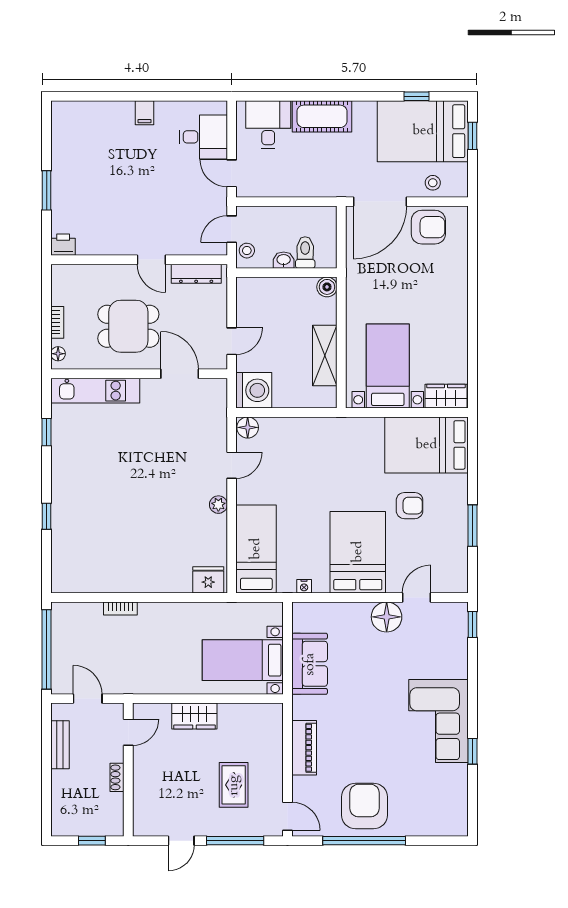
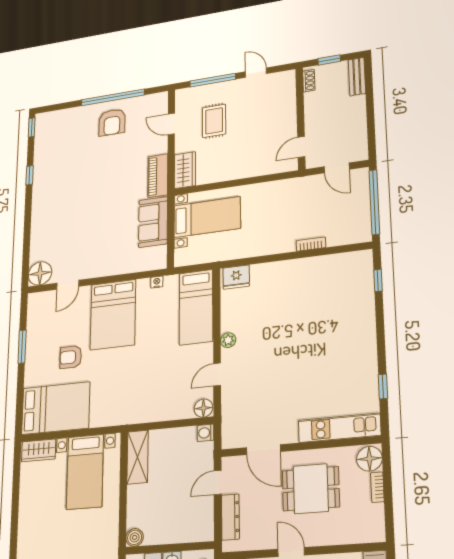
dresser: (196, 274) -> (230, 517), moved, turned 90
floor lamp: (58, 354) -> (369, 459), width x1.89, depth x1.89
shelving: (325, 356) -> (138, 457), moved
washing machine: (254, 390) -> (205, 433), width x0.53, depth x0.53
window: (47, 516) -> (378, 280), moved
floor lamp: (387, 617) -> (40, 273), moved
window: (473, 624) -> (32, 127), moved
wardrobe: (194, 716) -> (185, 170), moved, turned 90
corner sofa: (438, 721) -> (54, 193), removed
bench: (60, 745) -> (357, 77), moved
piano: (304, 748) -> (158, 176), moved
shoe rack: (117, 777) -> (309, 81), moved
armchair: (364, 806) -> (112, 122), width x0.73, depth x0.73
door: (287, 816) -> (171, 124), moved
door: (181, 841) -> (256, 73), hinge flipped

